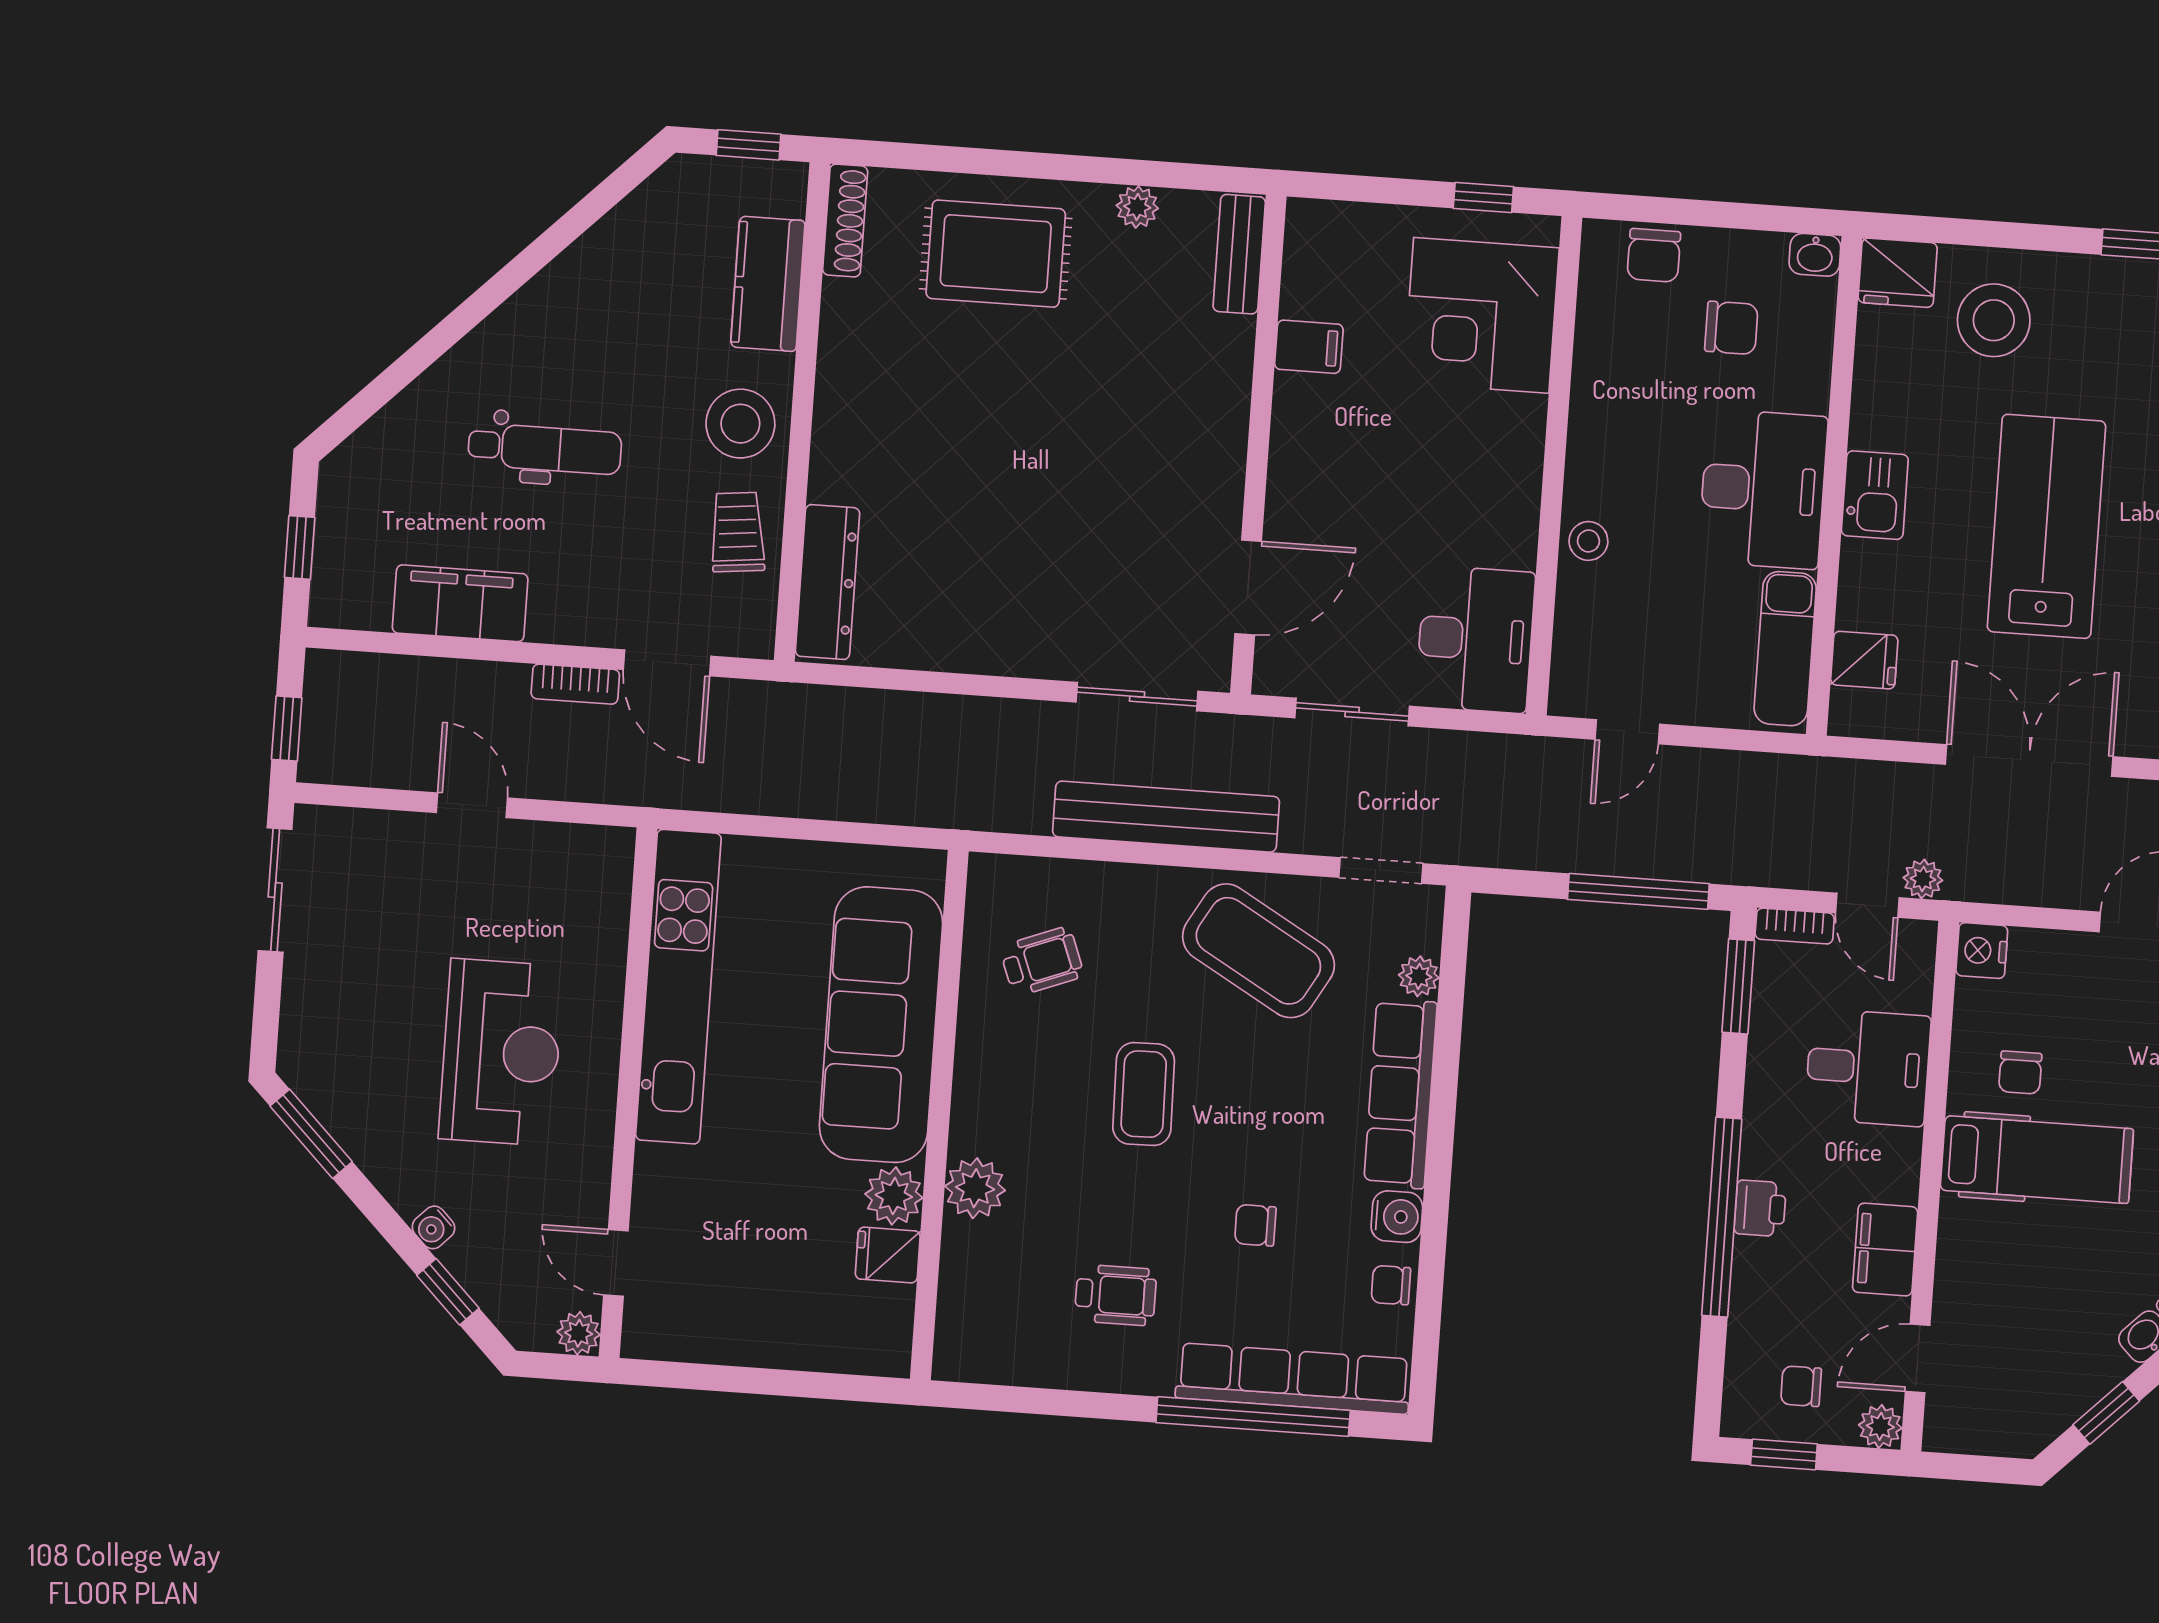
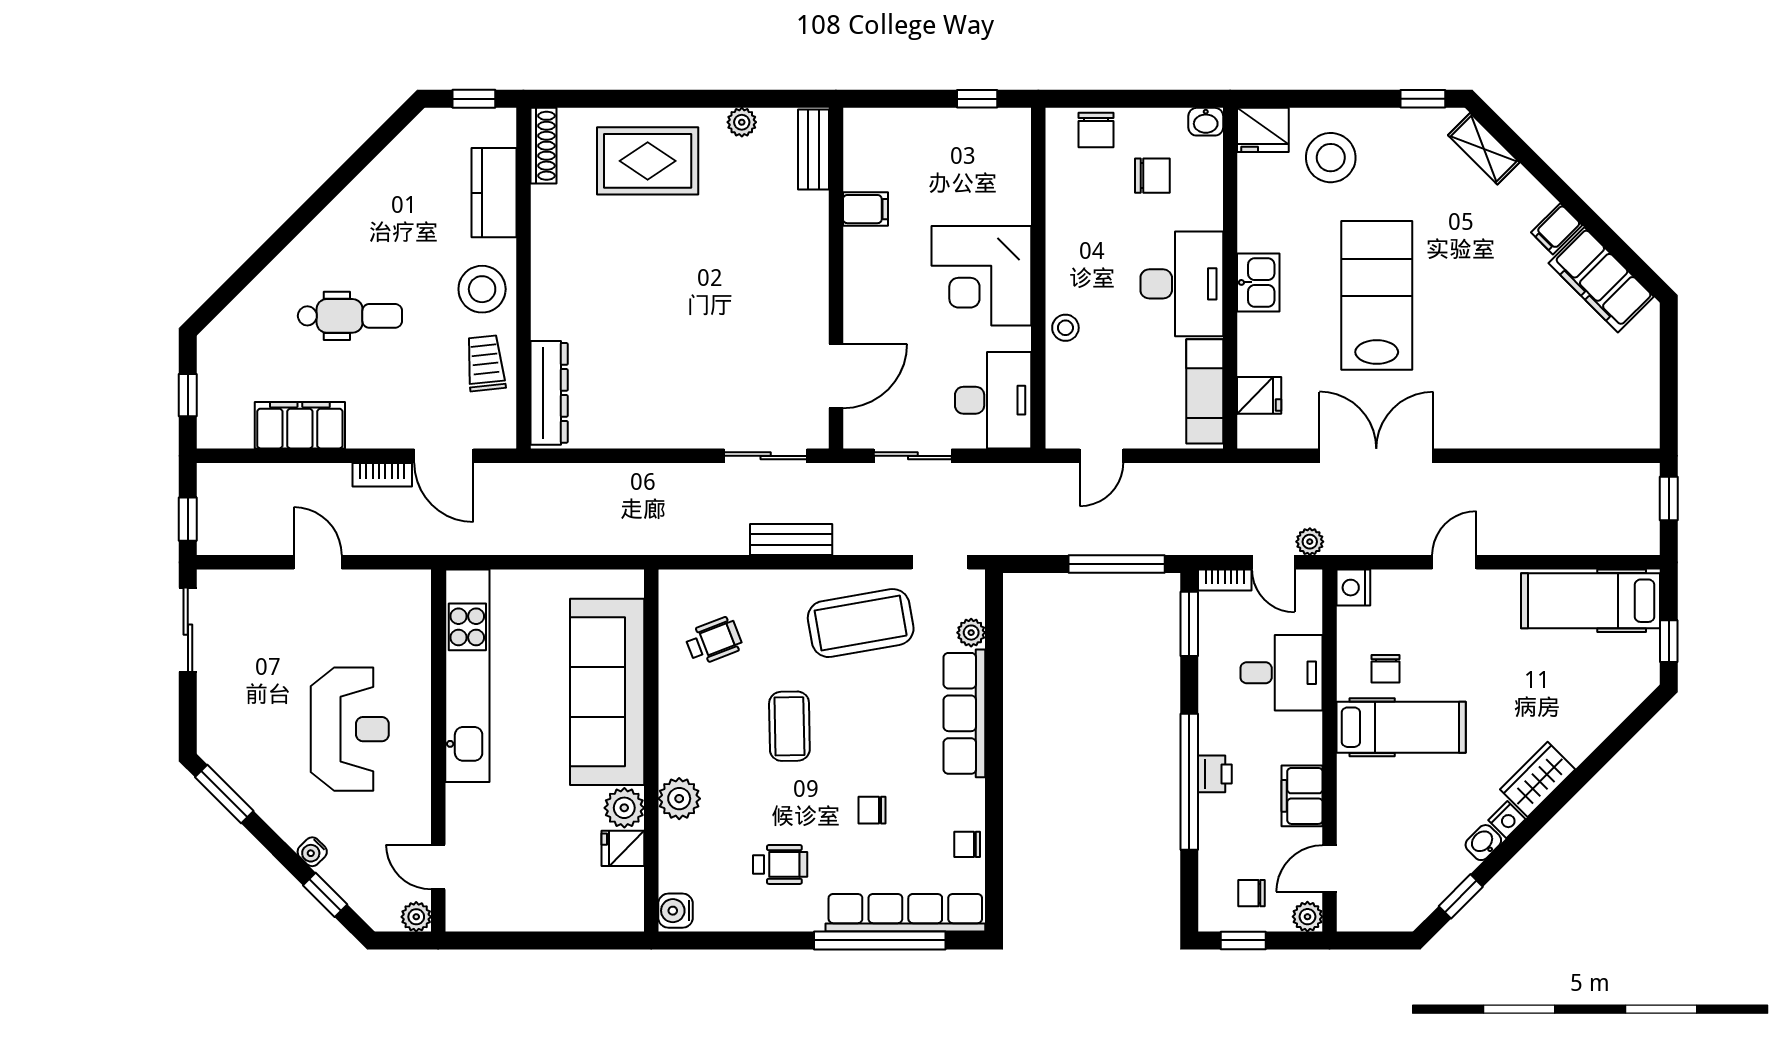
corner desk: (1481, 315) -> (981, 276), moved
bench: (1166, 817) -> (791, 540), width x0.54, depth x0.82
coffee table: (1258, 951) -> (861, 623), turned -40
water cooler: (1397, 1217) -> (676, 911), moved, turned 180

